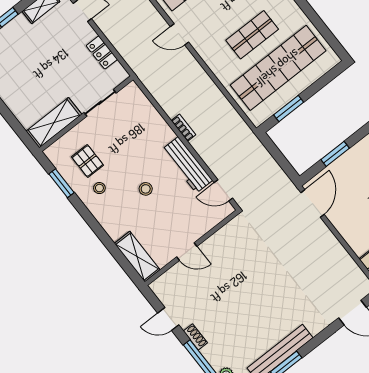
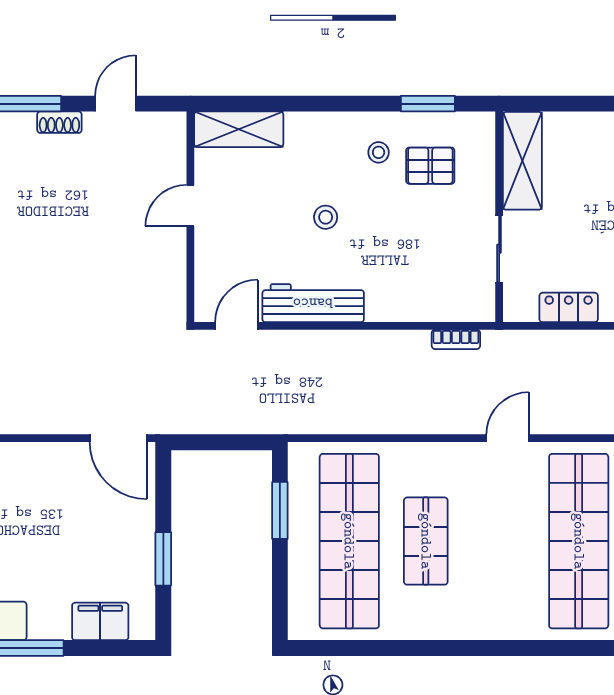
bookcase: (183, 128) -> (456, 339), moved
window: (335, 154) -> (163, 559), moved

